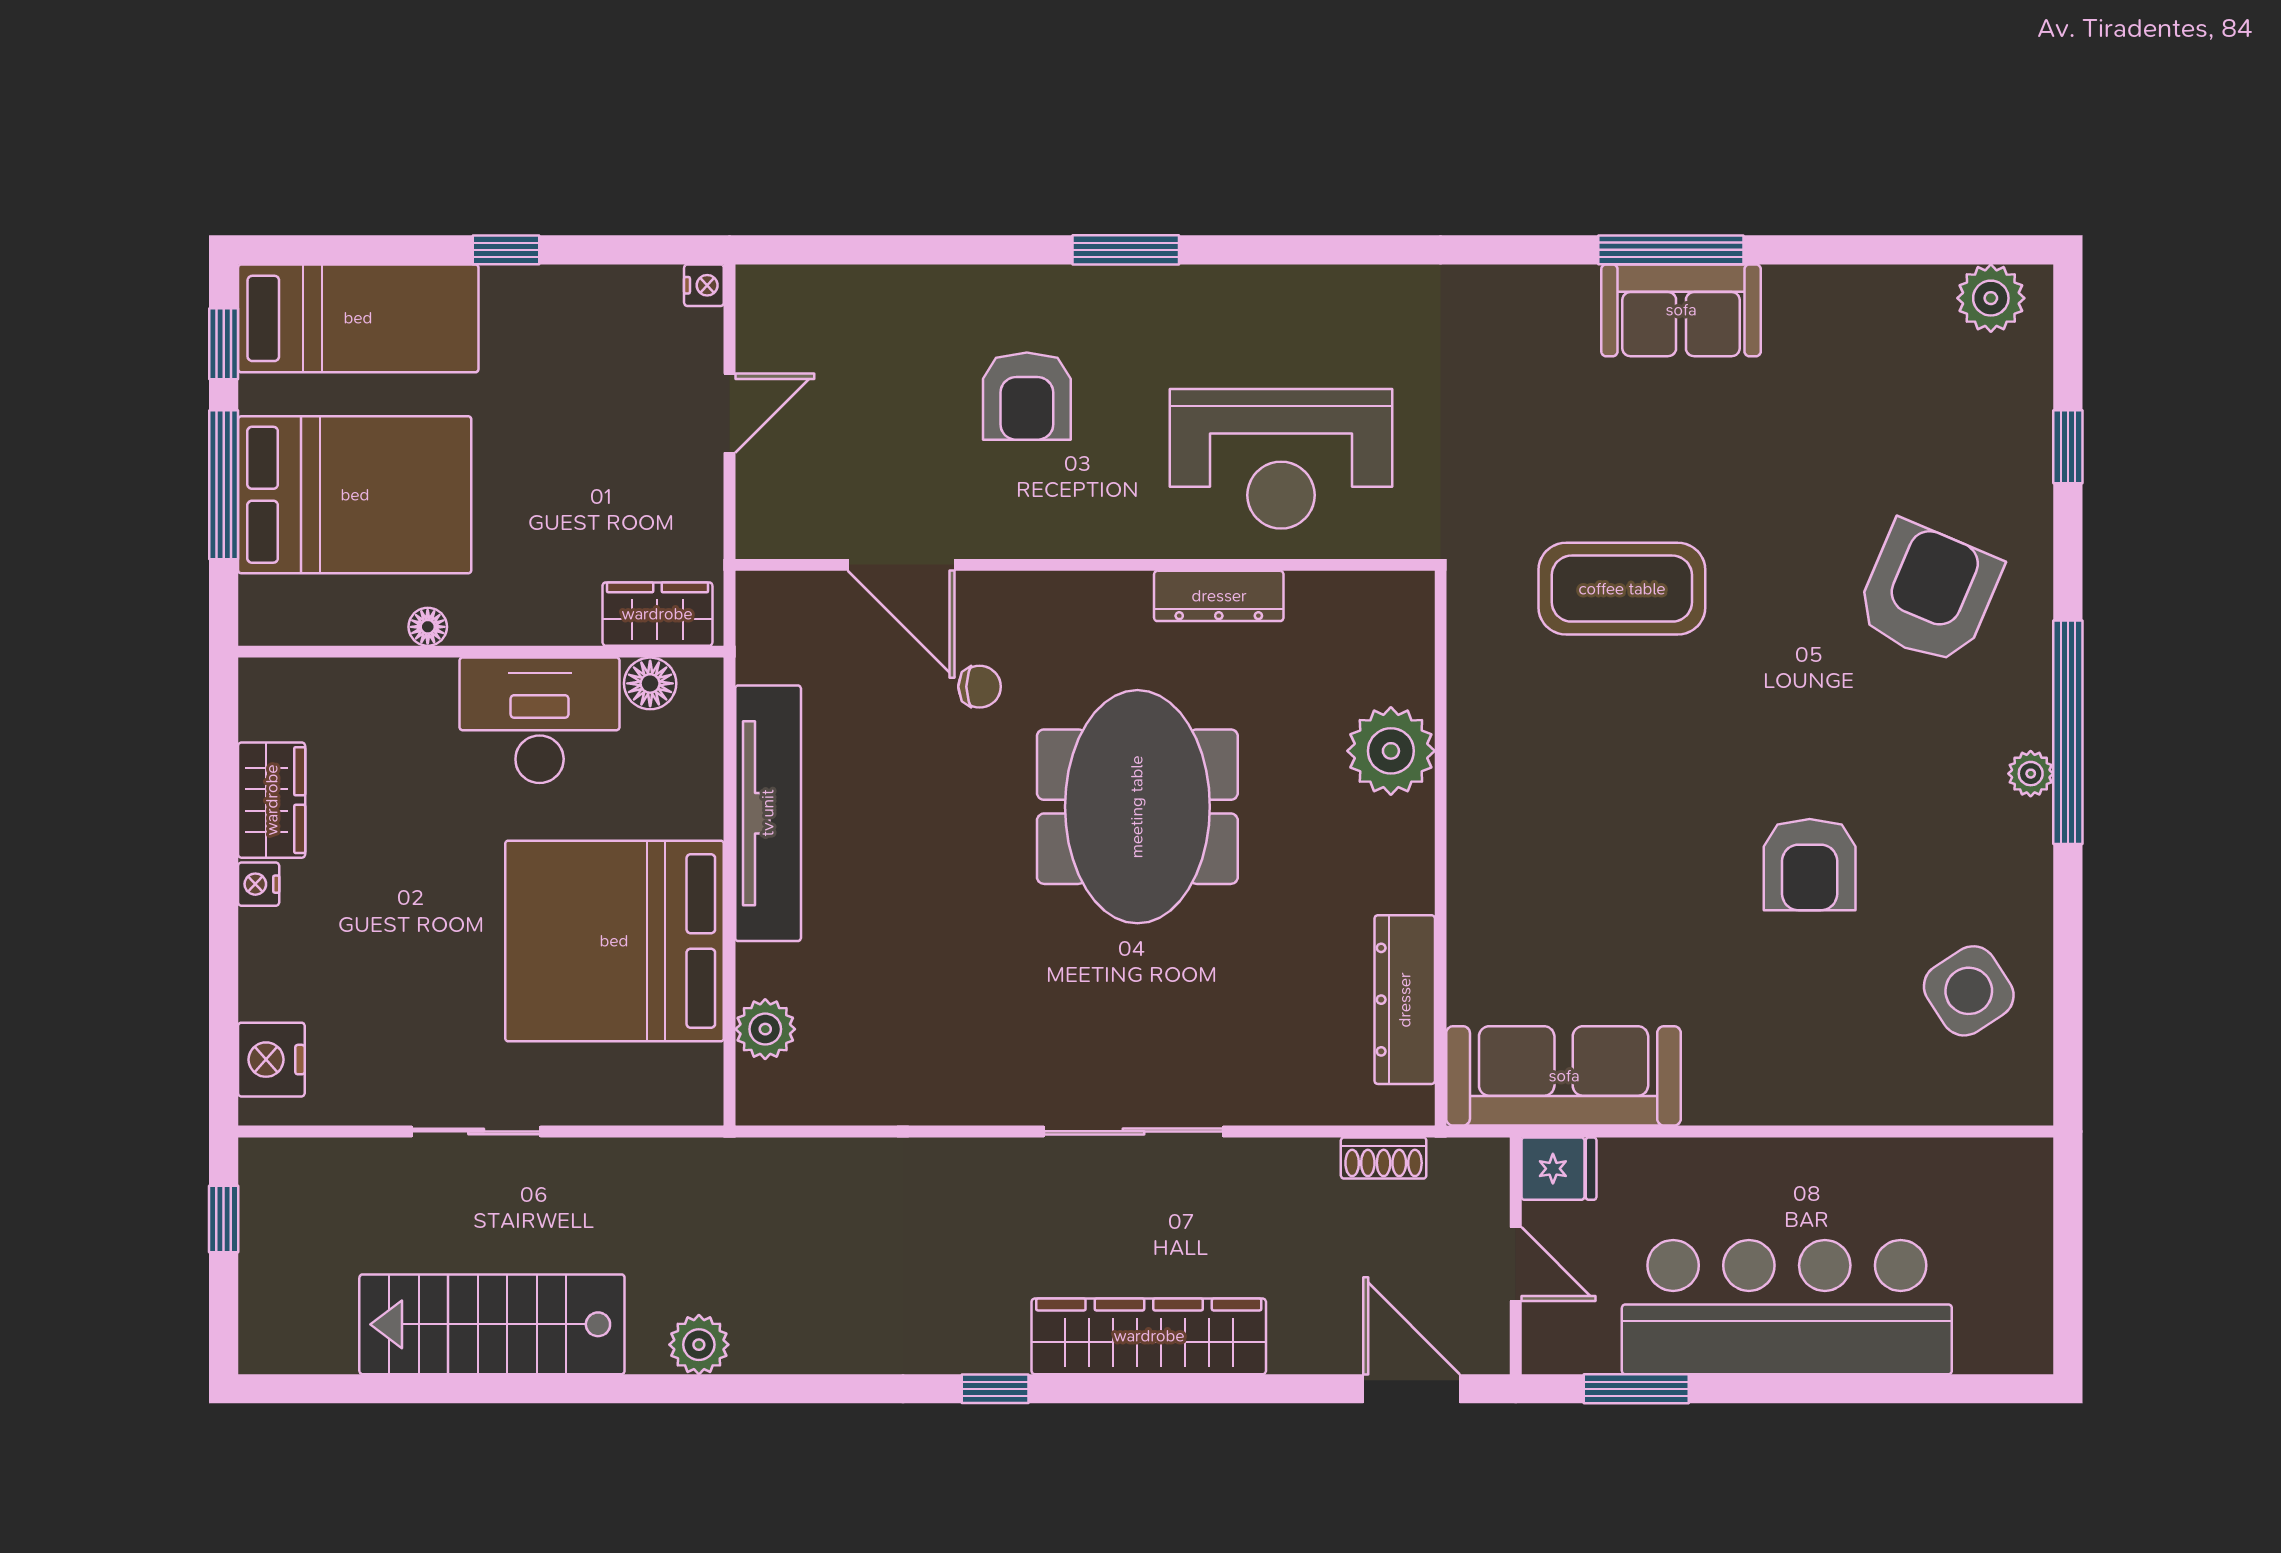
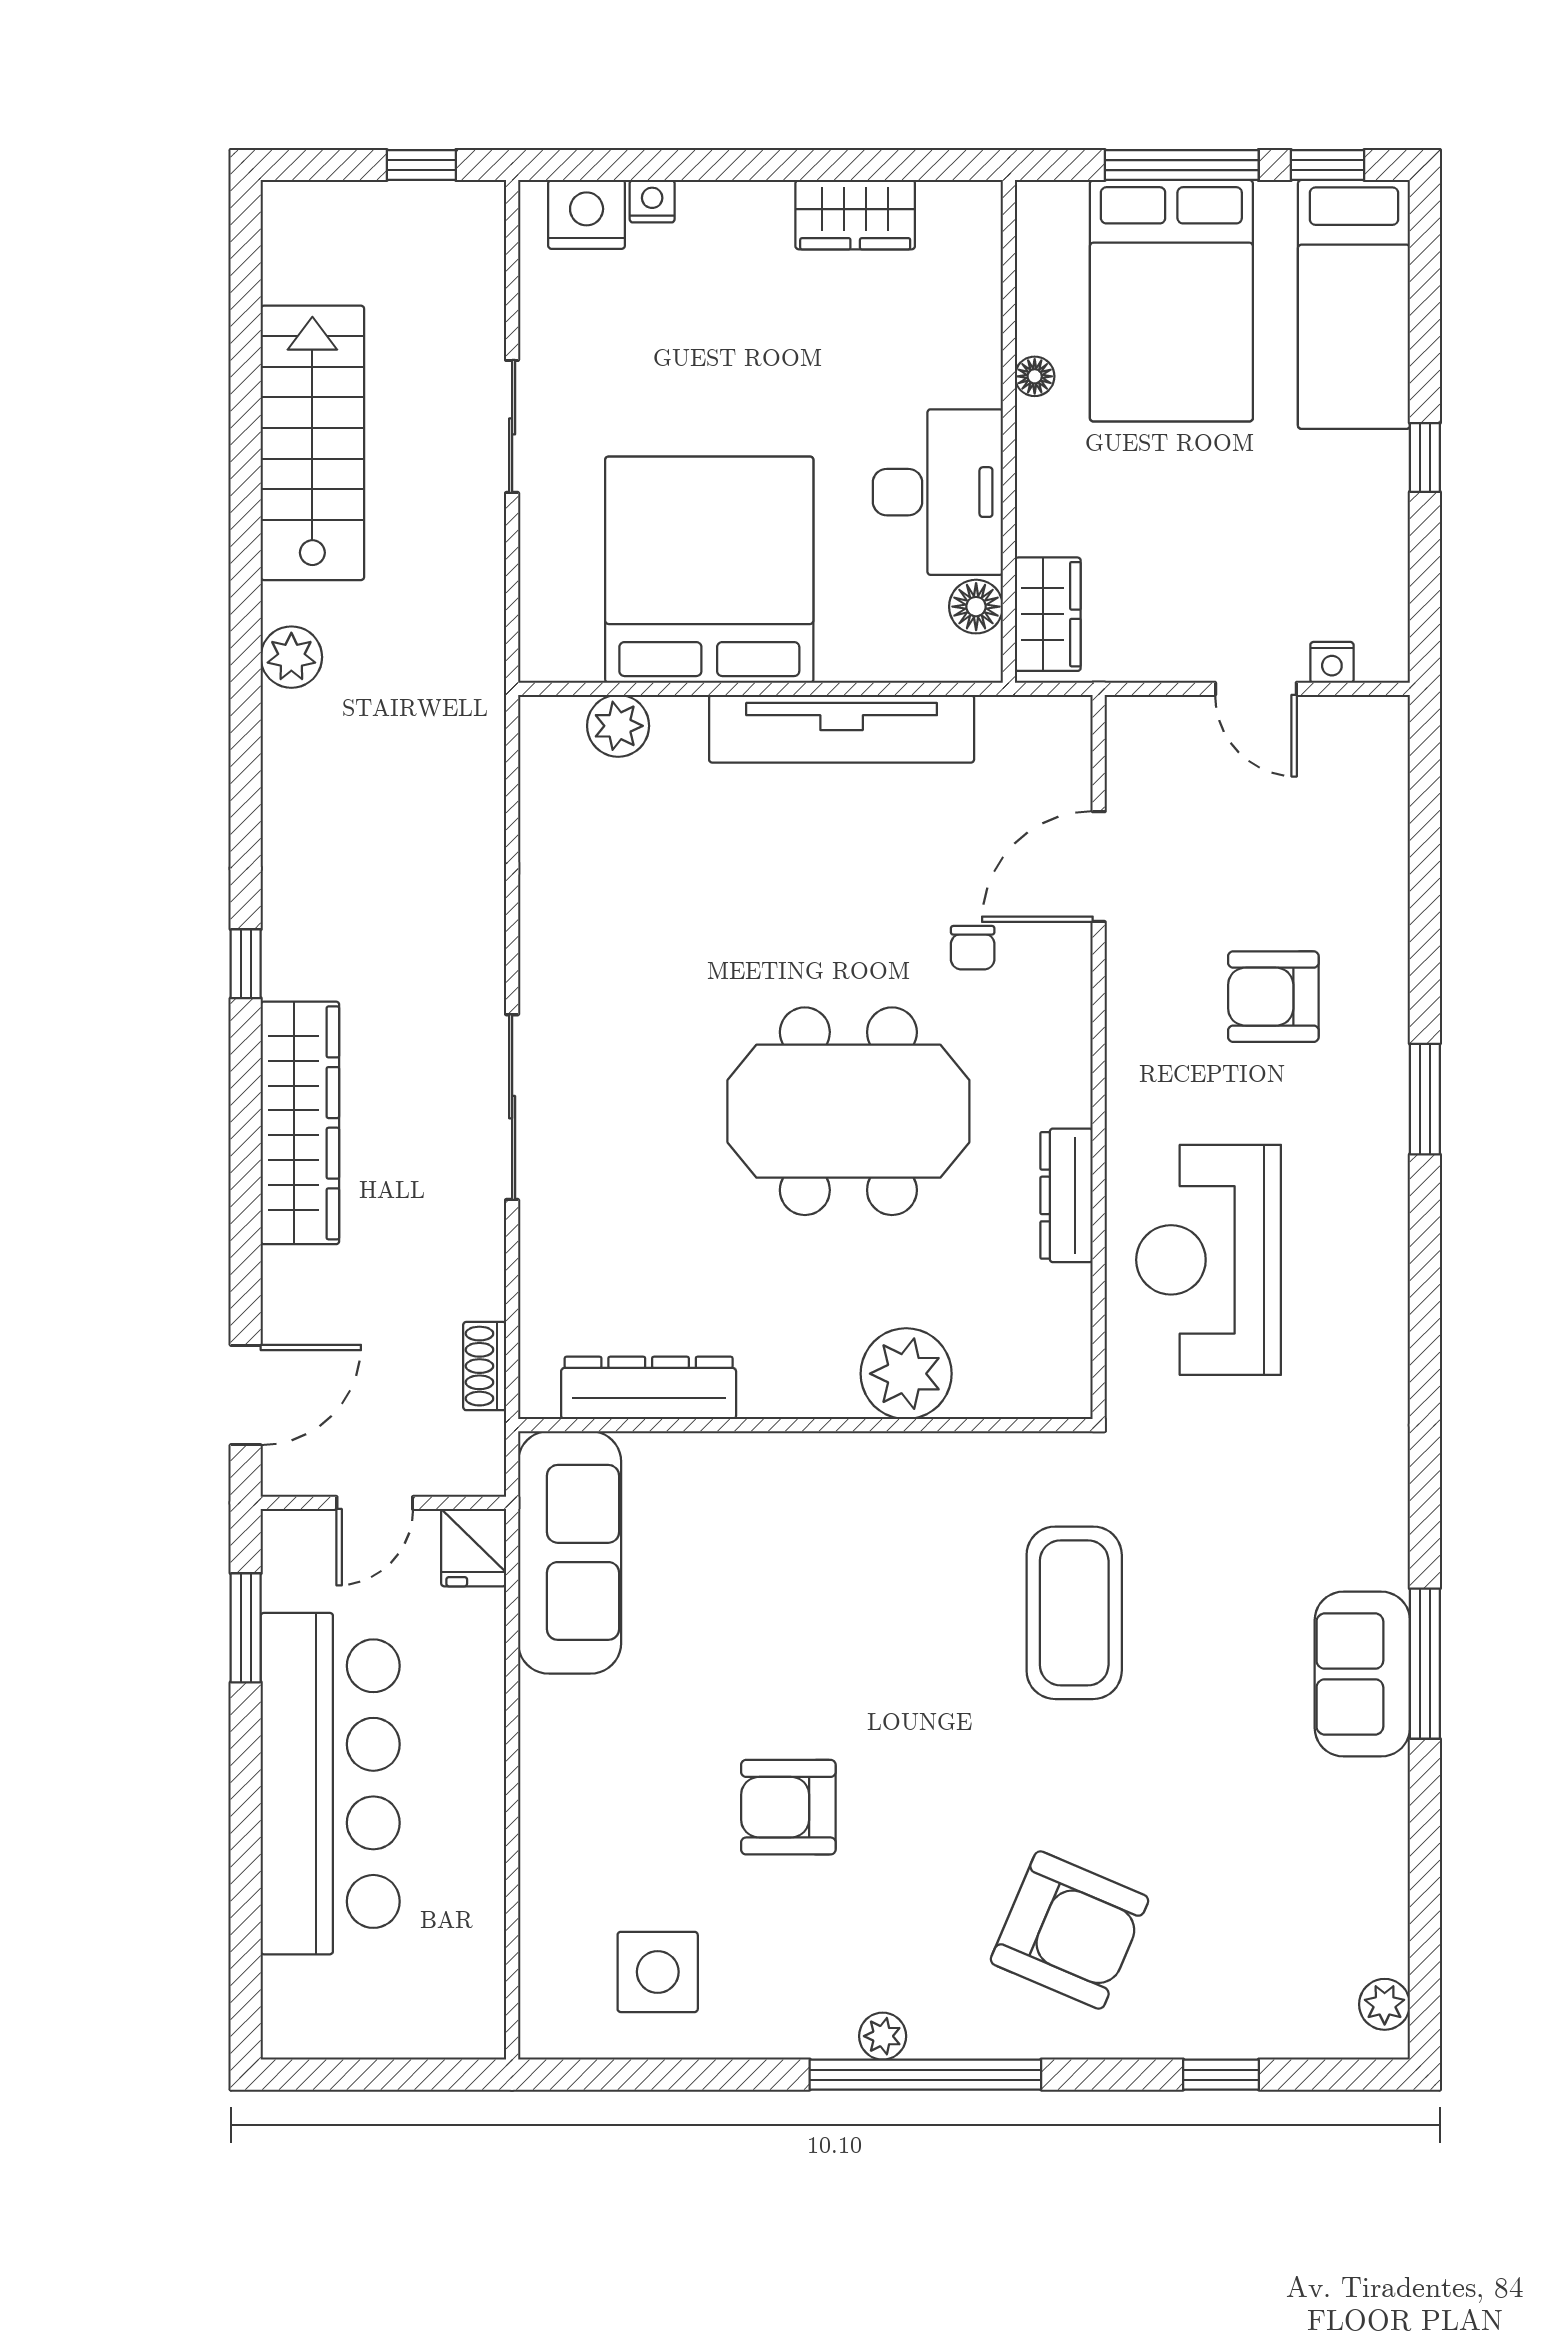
nightstand: (704, 285) -> (1332, 662), moved
plant: (1991, 298) -> (1385, 2004), width x0.73, depth x0.73
nightstand: (259, 884) -> (652, 201), moved
side table: (1969, 991) -> (658, 1972), turned 33

